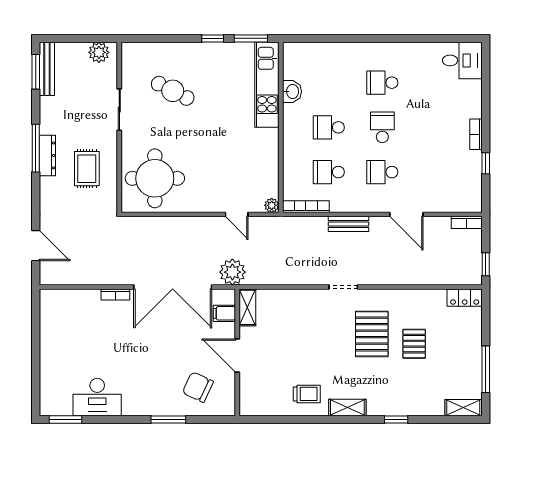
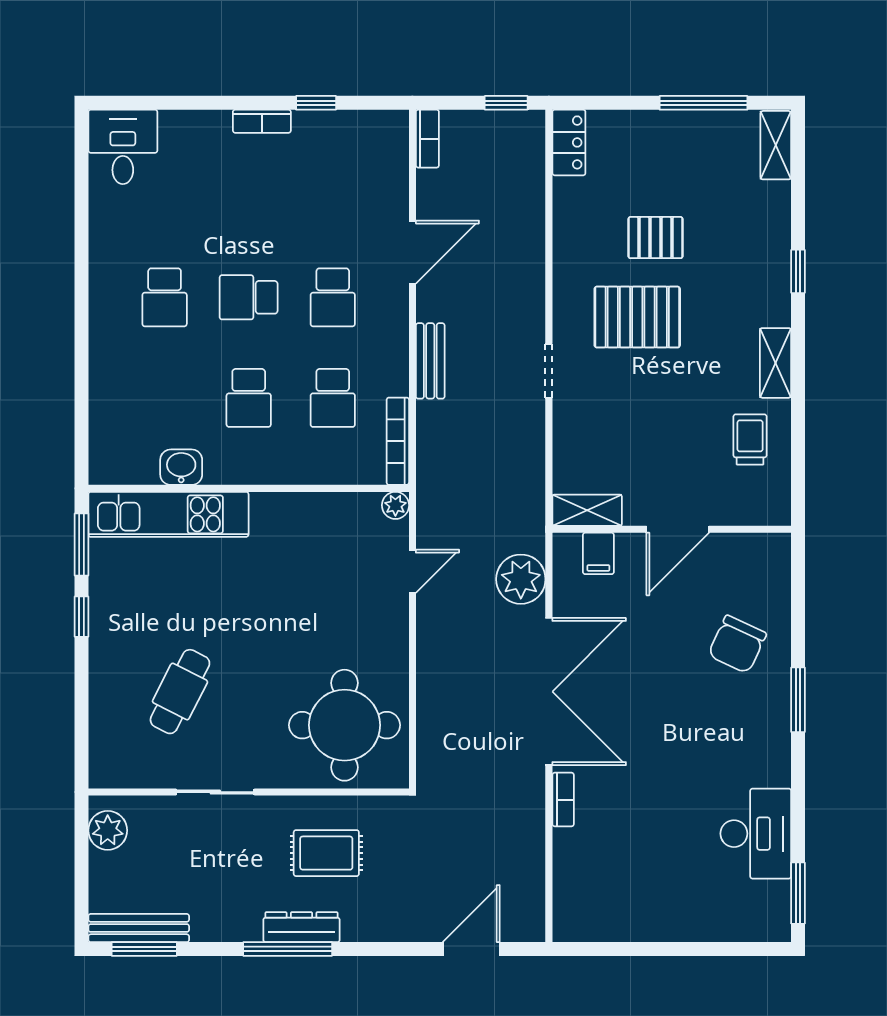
shelving: (247, 307) -> (587, 510), moved
filing cabinet: (224, 313) -> (598, 553), moved
wall: (237, 352) -> (672, 529), moved
door: (237, 355) -> (678, 529), moved

